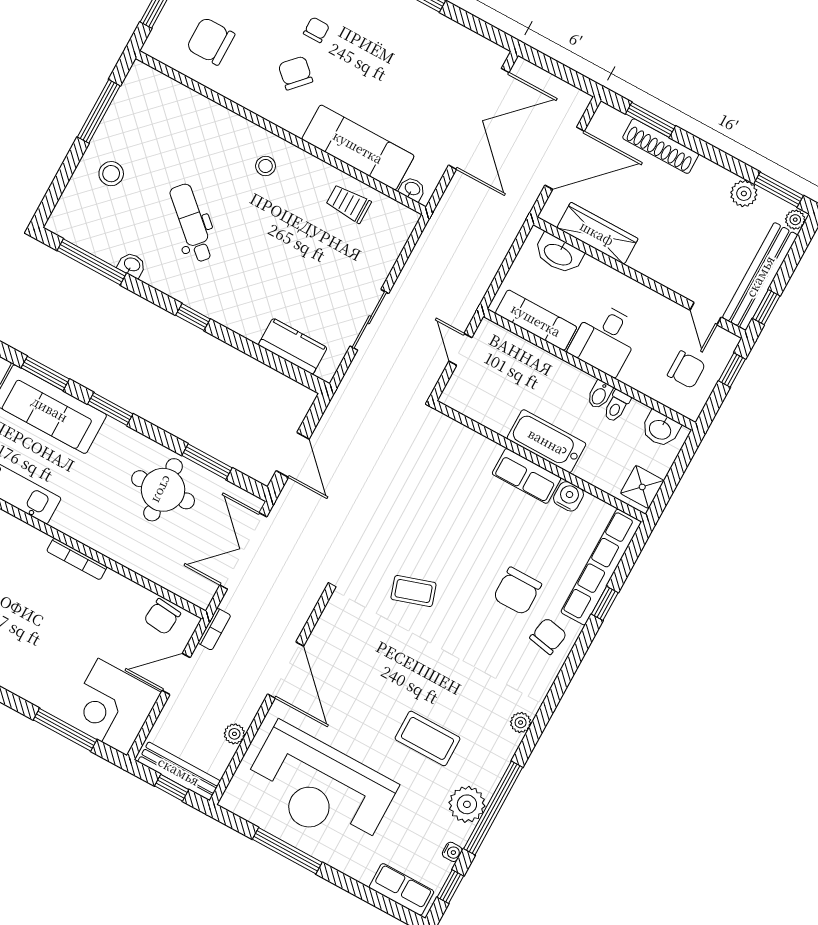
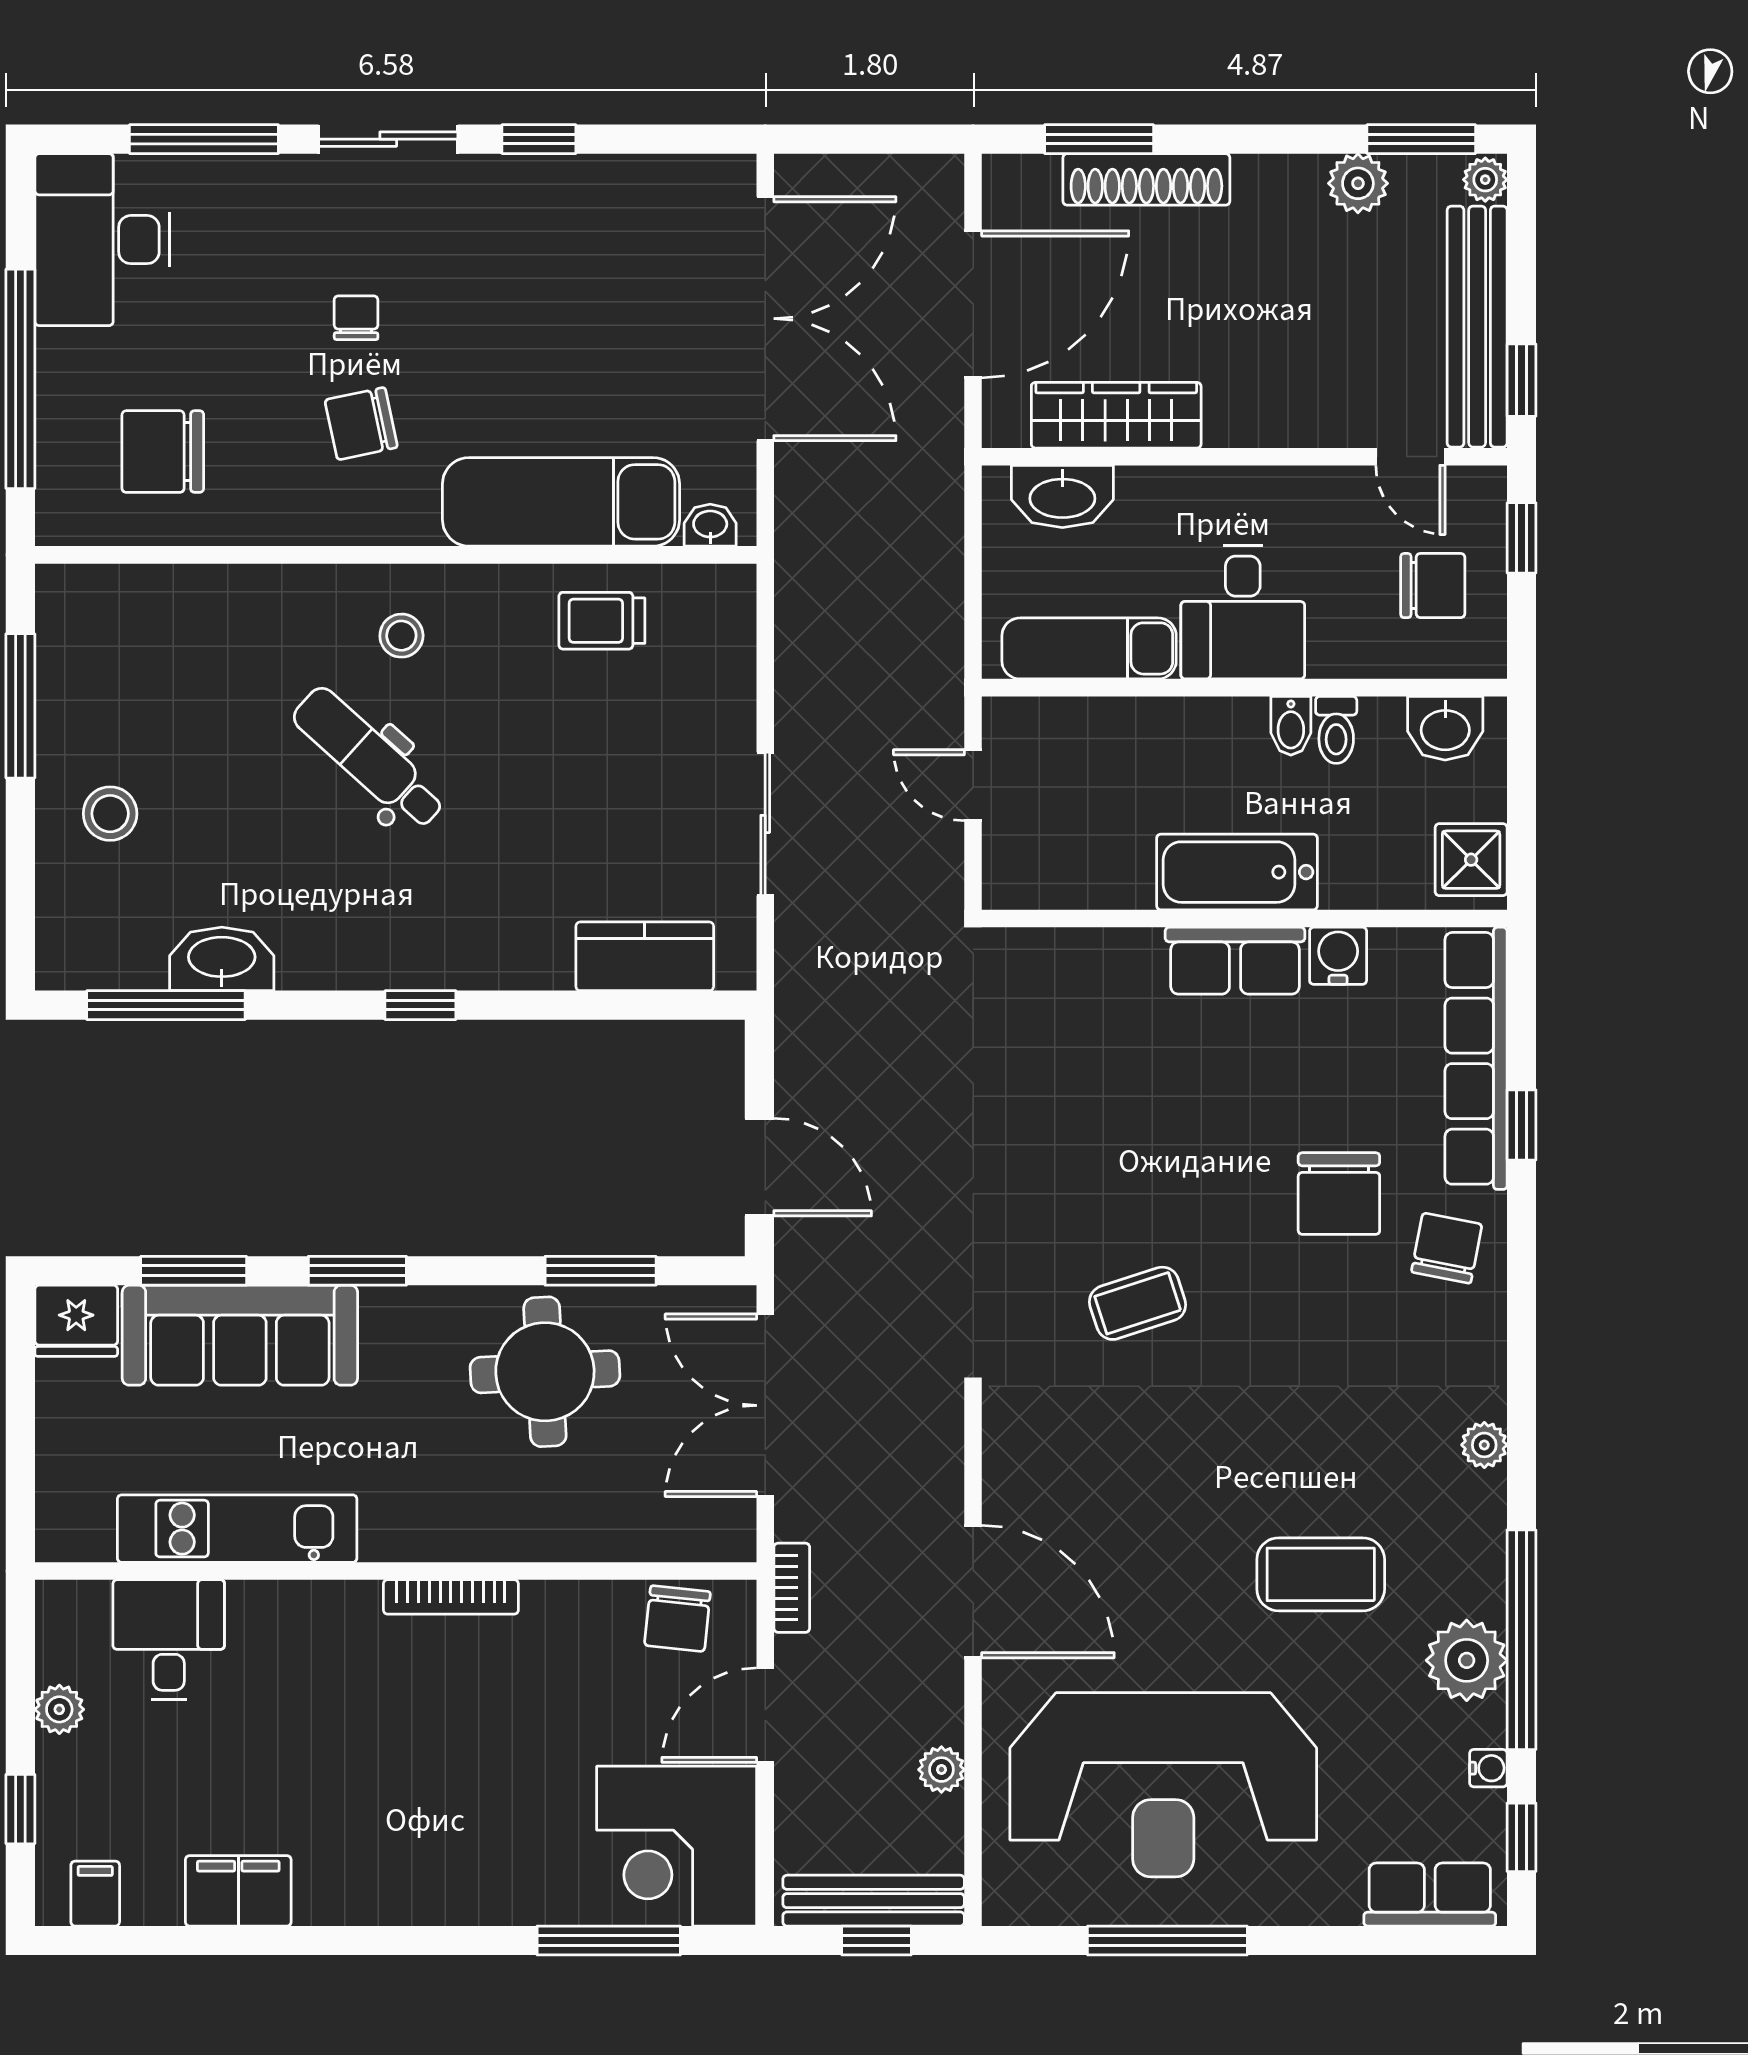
chair: (295, 73) -> (361, 424), turned -55
dental chair: (192, 223) -> (369, 758), moved
washbasin: (132, 265) -> (222, 959), width x1.91, depth x1.45

